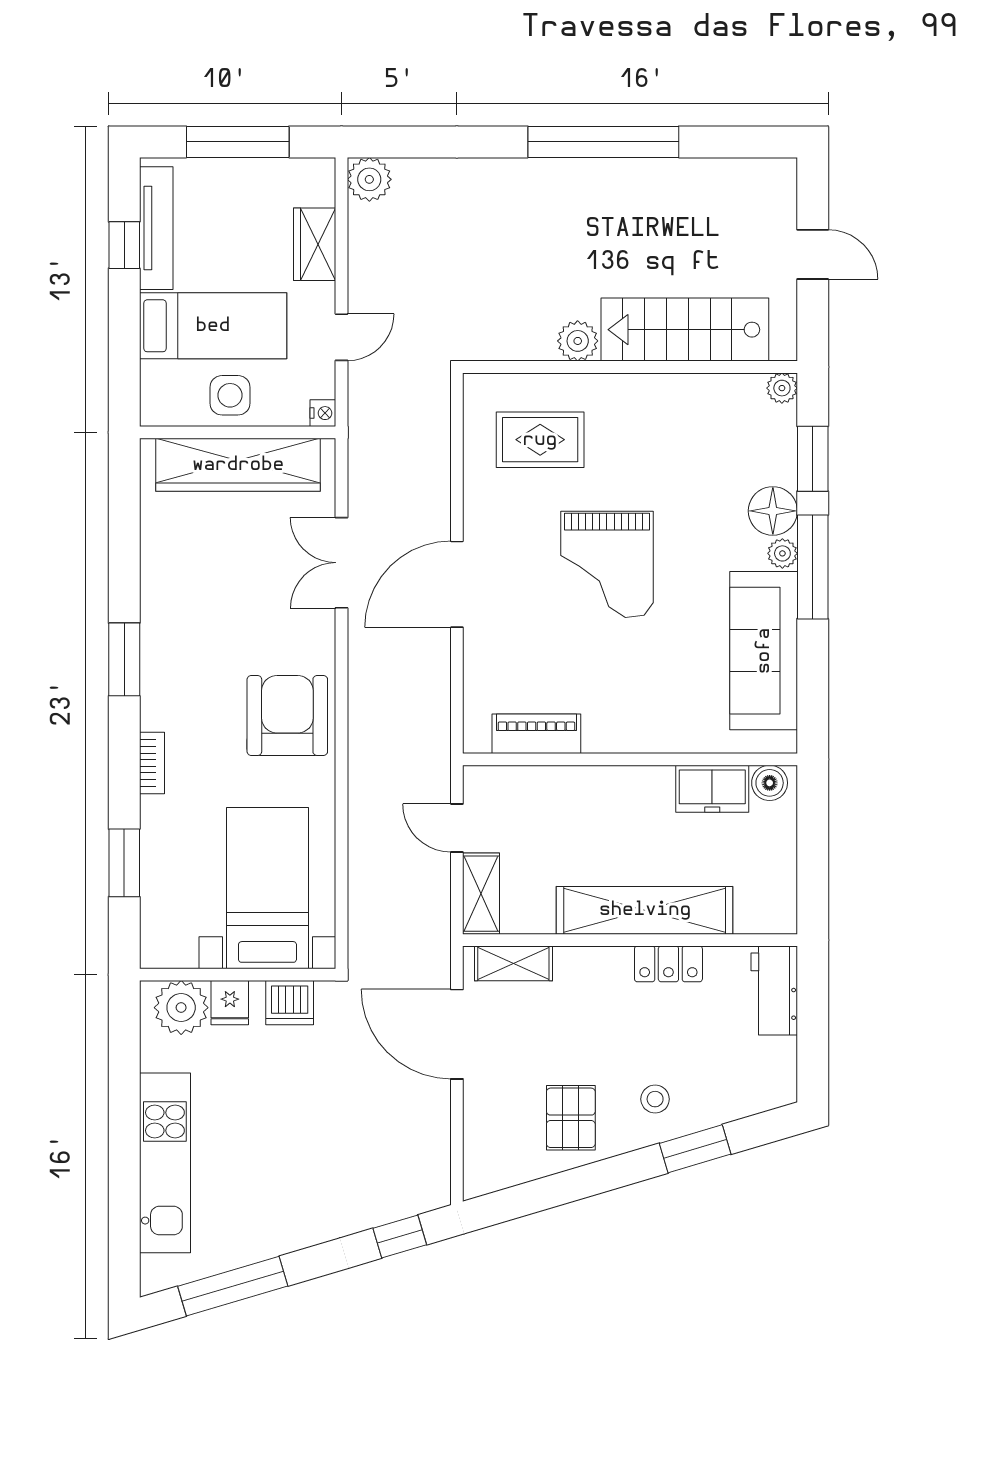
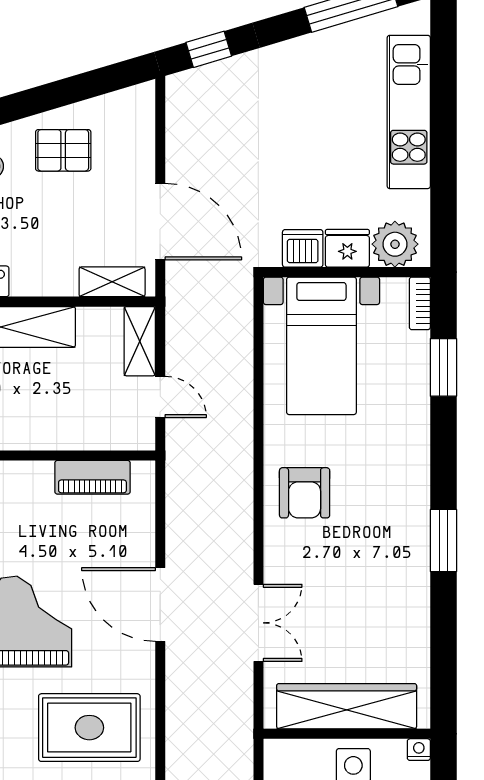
nightstand: (323, 413) -> (419, 750), moved, turned 90
rug: (540, 440) -> (89, 728), width x1.36, depth x1.43
door: (457, 584) -> (160, 605), swing flipped
armchair: (287, 715) -> (305, 493), width x0.73, depth x0.73
bookcase: (152, 763) -> (420, 303), moved
fridge: (230, 1003) -> (347, 248), width x1.38
pallet: (571, 1118) -> (63, 150), turned 90

